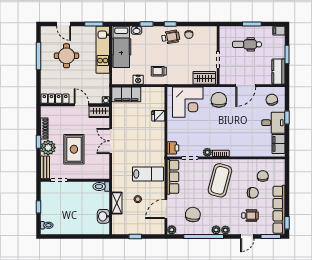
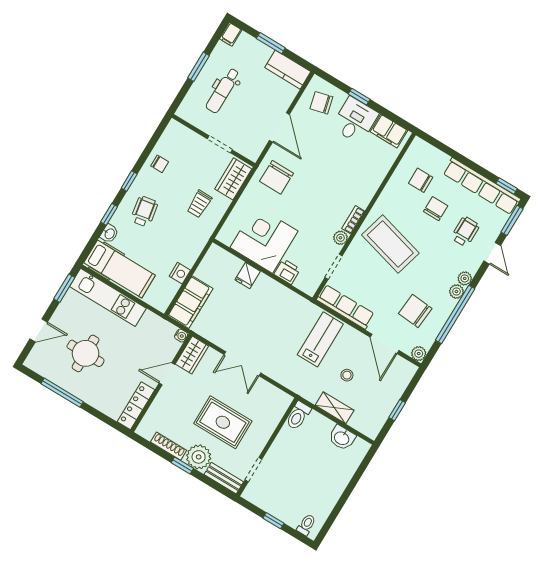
wheelchair: (171, 37) -> (144, 211), moved
trolley: (159, 71) -> (199, 204), moved
chair: (219, 100) -> (277, 177), turned -90
corner desk: (188, 102) -> (264, 239), moved, turned -90
printer: (173, 148) -> (287, 272), moved

